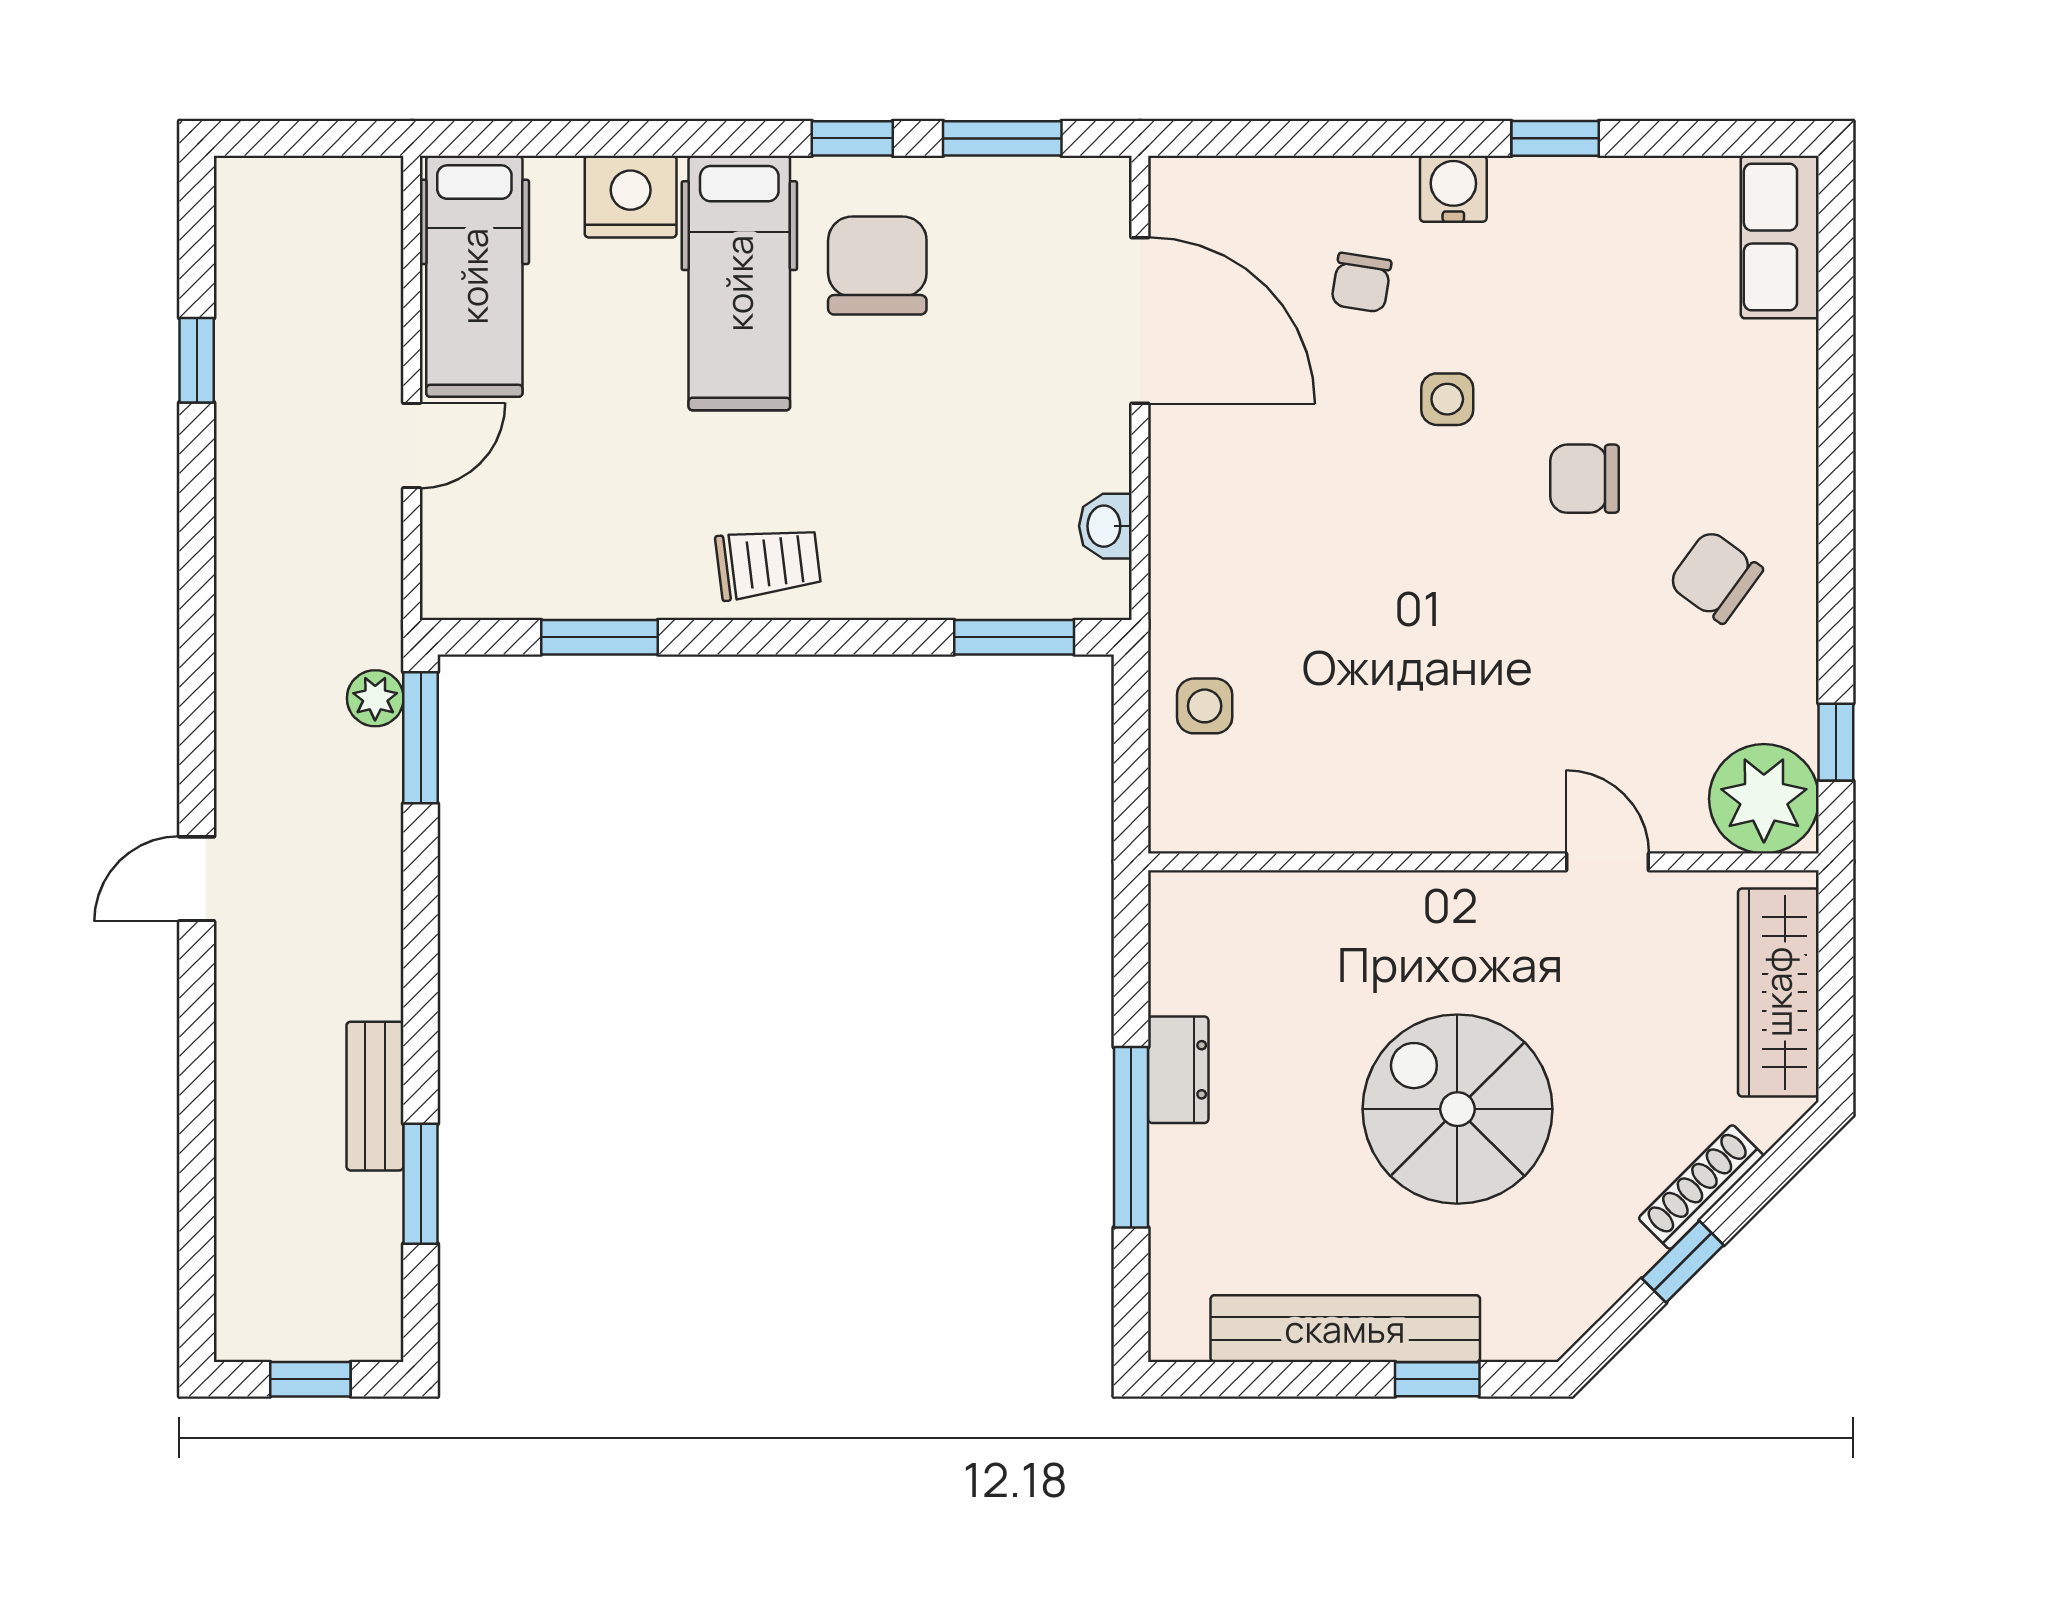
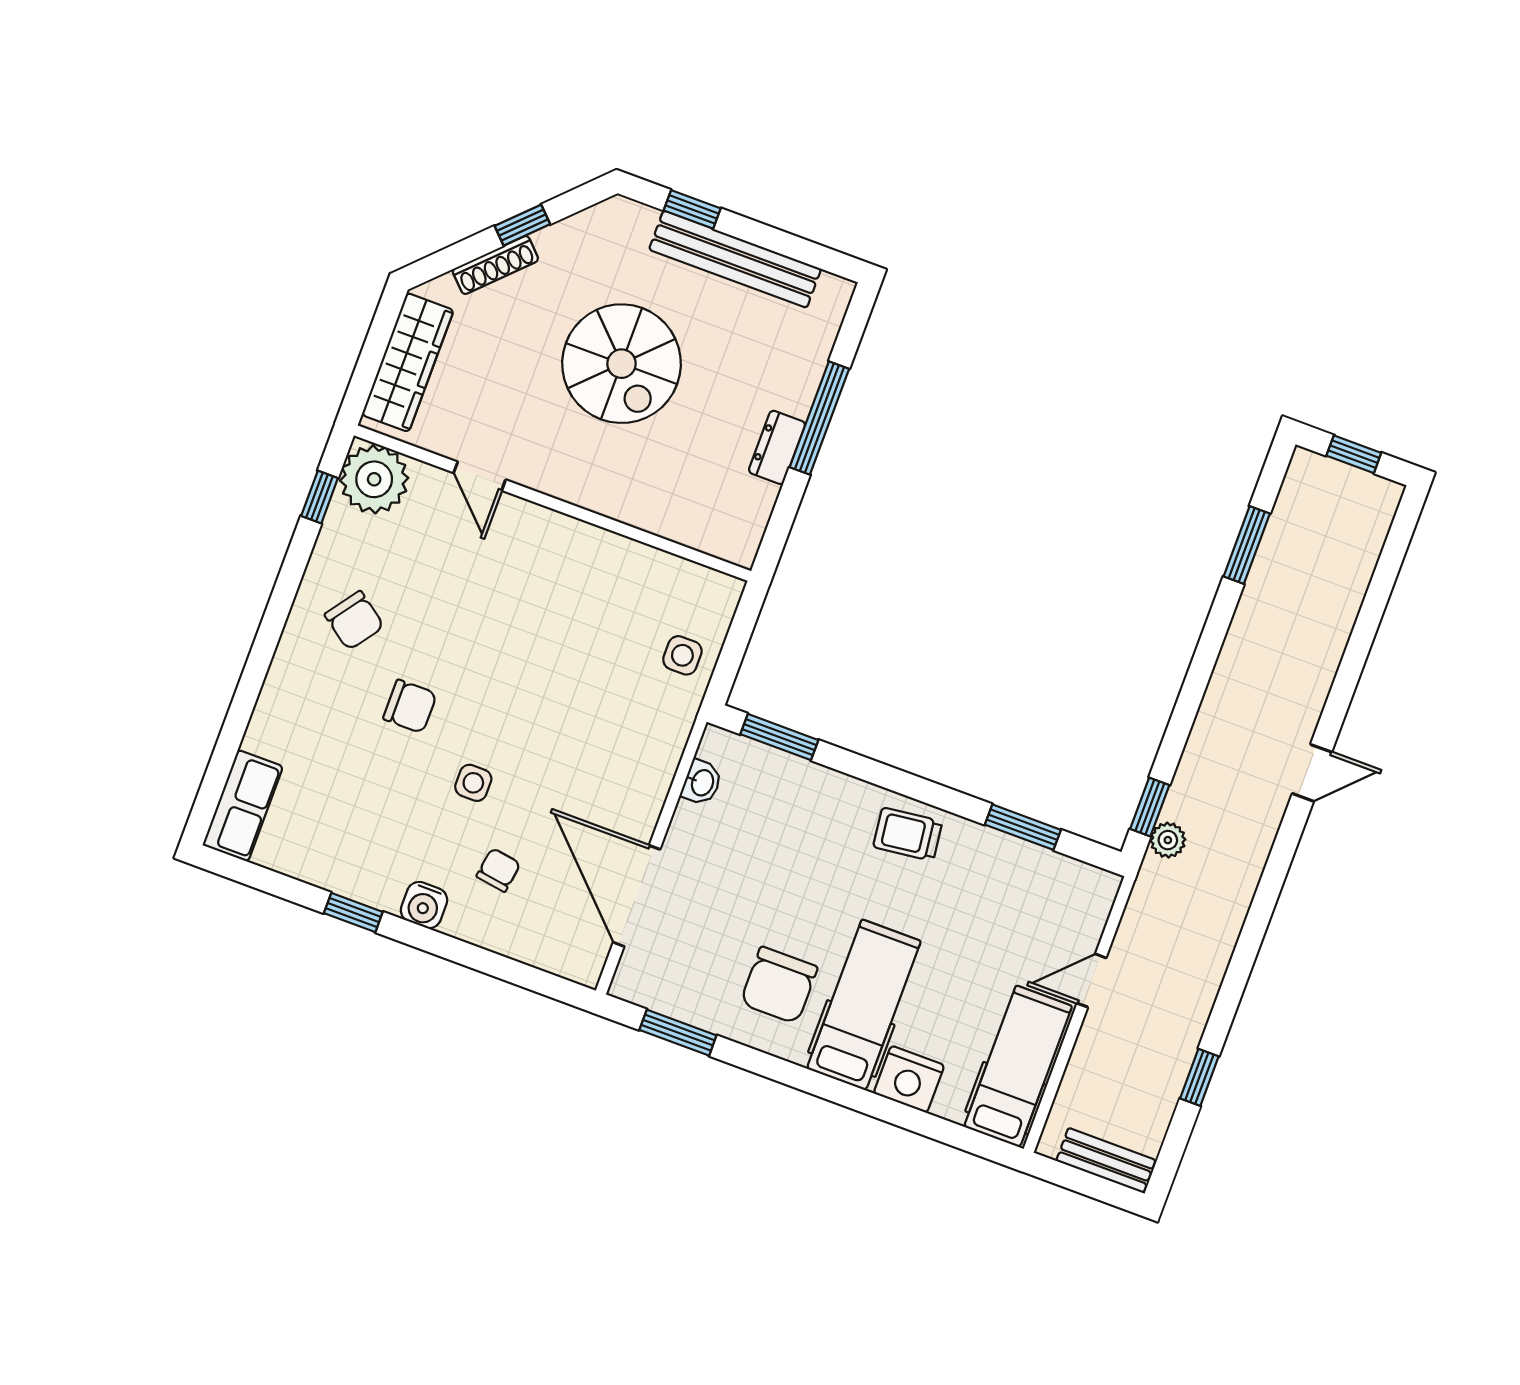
window: (852, 138) -> (766, 1065), removed
window: (421, 738) -> (1150, 807), width x0.67
bench: (375, 1096) -> (1106, 1160), moved, turned 90

